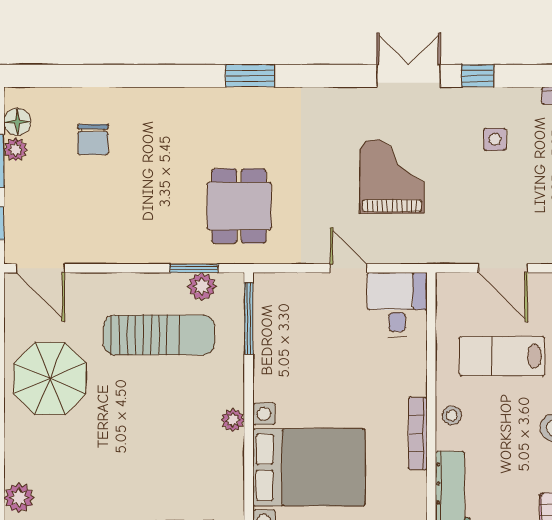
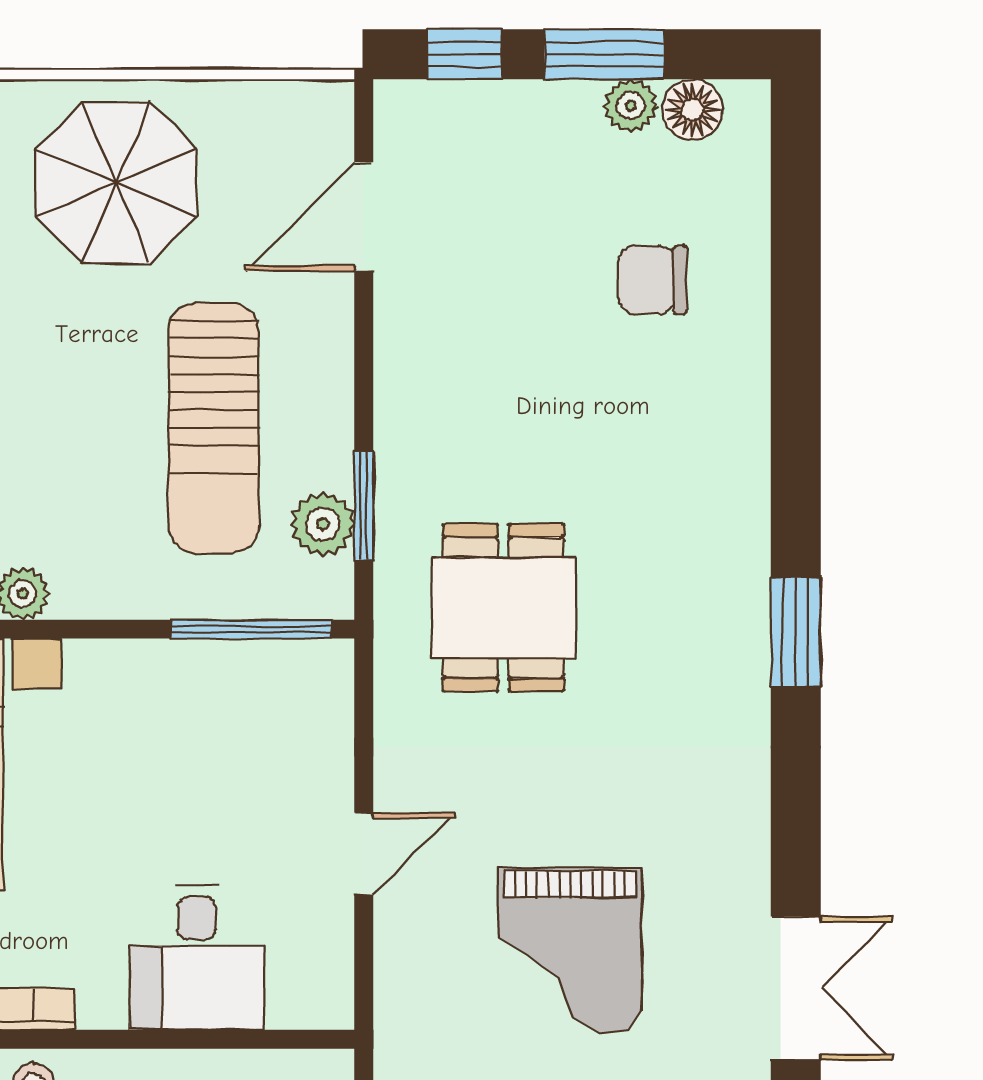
grand piano: (392, 176) -> (570, 951), turned 90
dining table: (239, 206) -> (503, 608), turned 90
door: (40, 268) -> (364, 217), moved
desk: (397, 305) -> (197, 957), moved, turned 90

